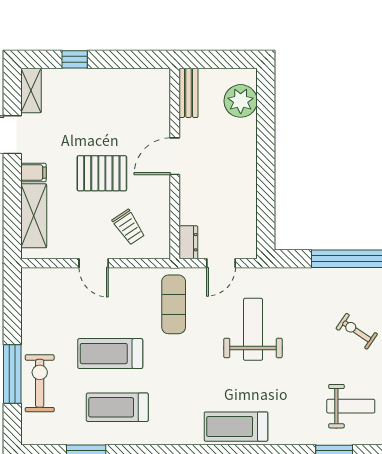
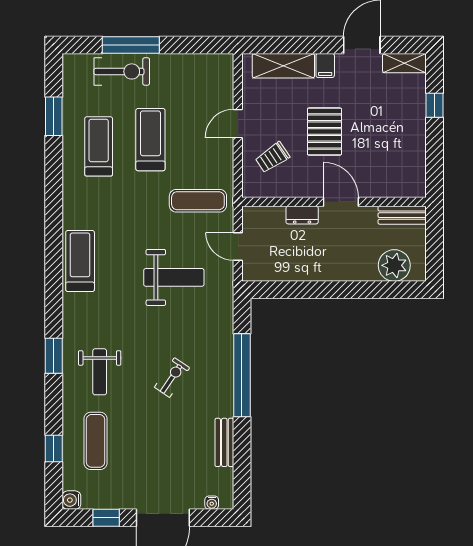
dresser: (188, 242) -> (302, 215), moved

